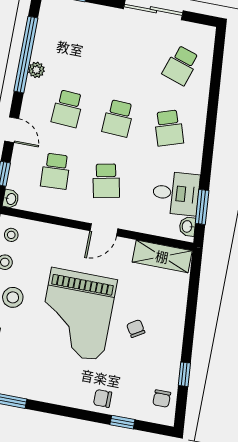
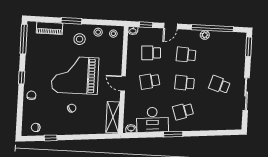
school desk: (181, 65) -> (219, 85), moved
desk: (176, 193) -> (152, 120), width x1.37
window: (202, 207) -> (173, 134), moved
window: (122, 422) -> (22, 78), moved

